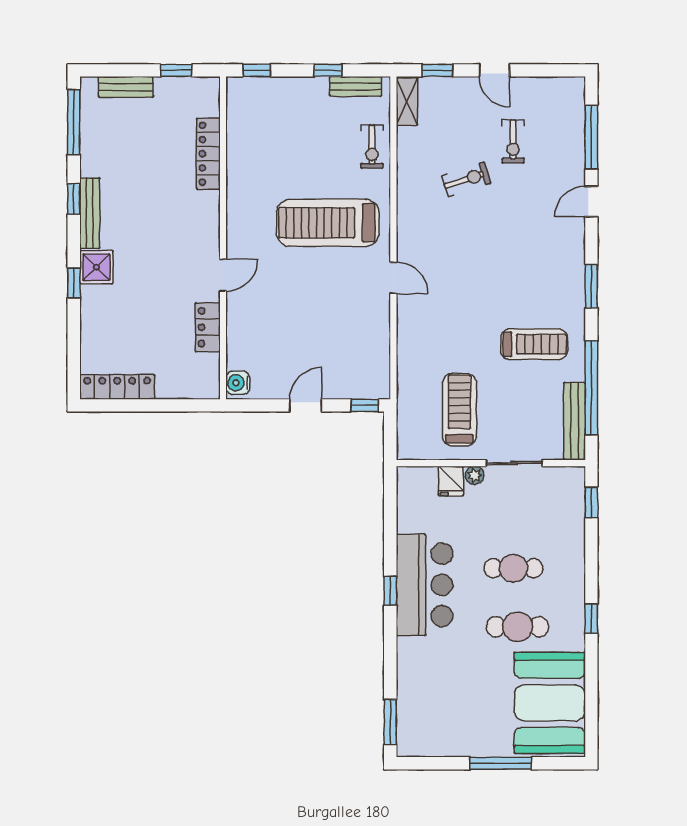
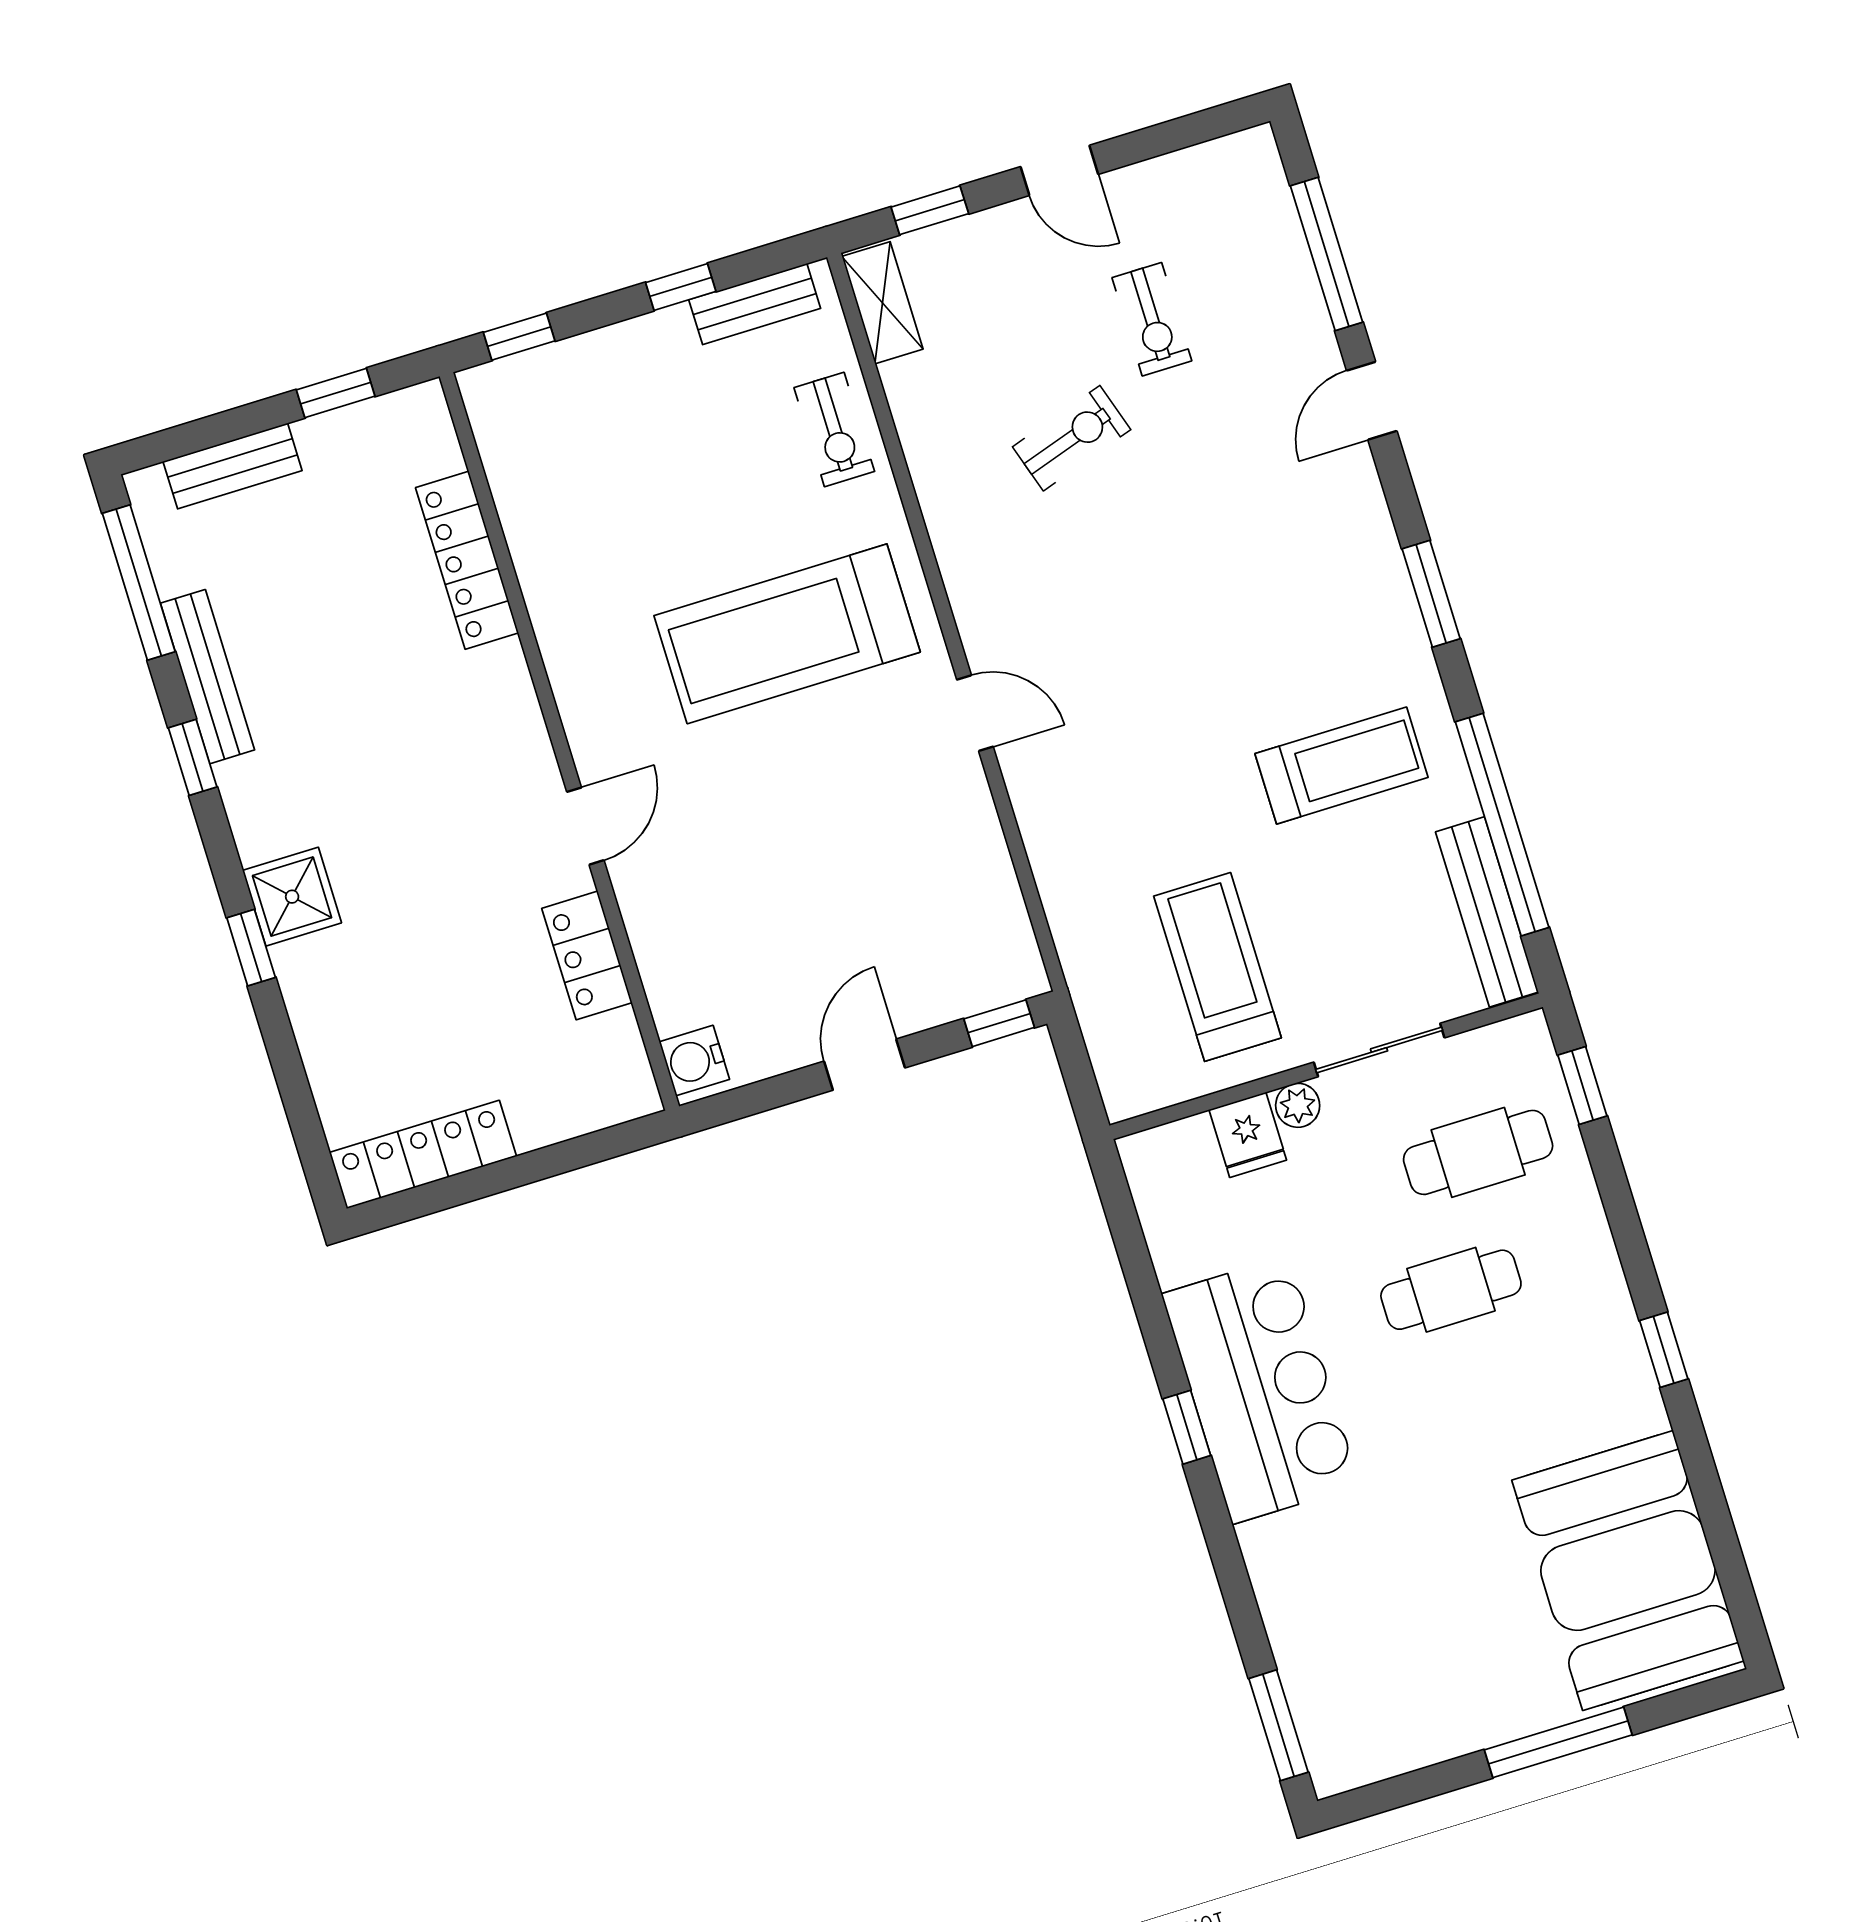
bench: (90, 213) -> (207, 677), moved
cafe table: (517, 627) -> (1478, 1152), moved

